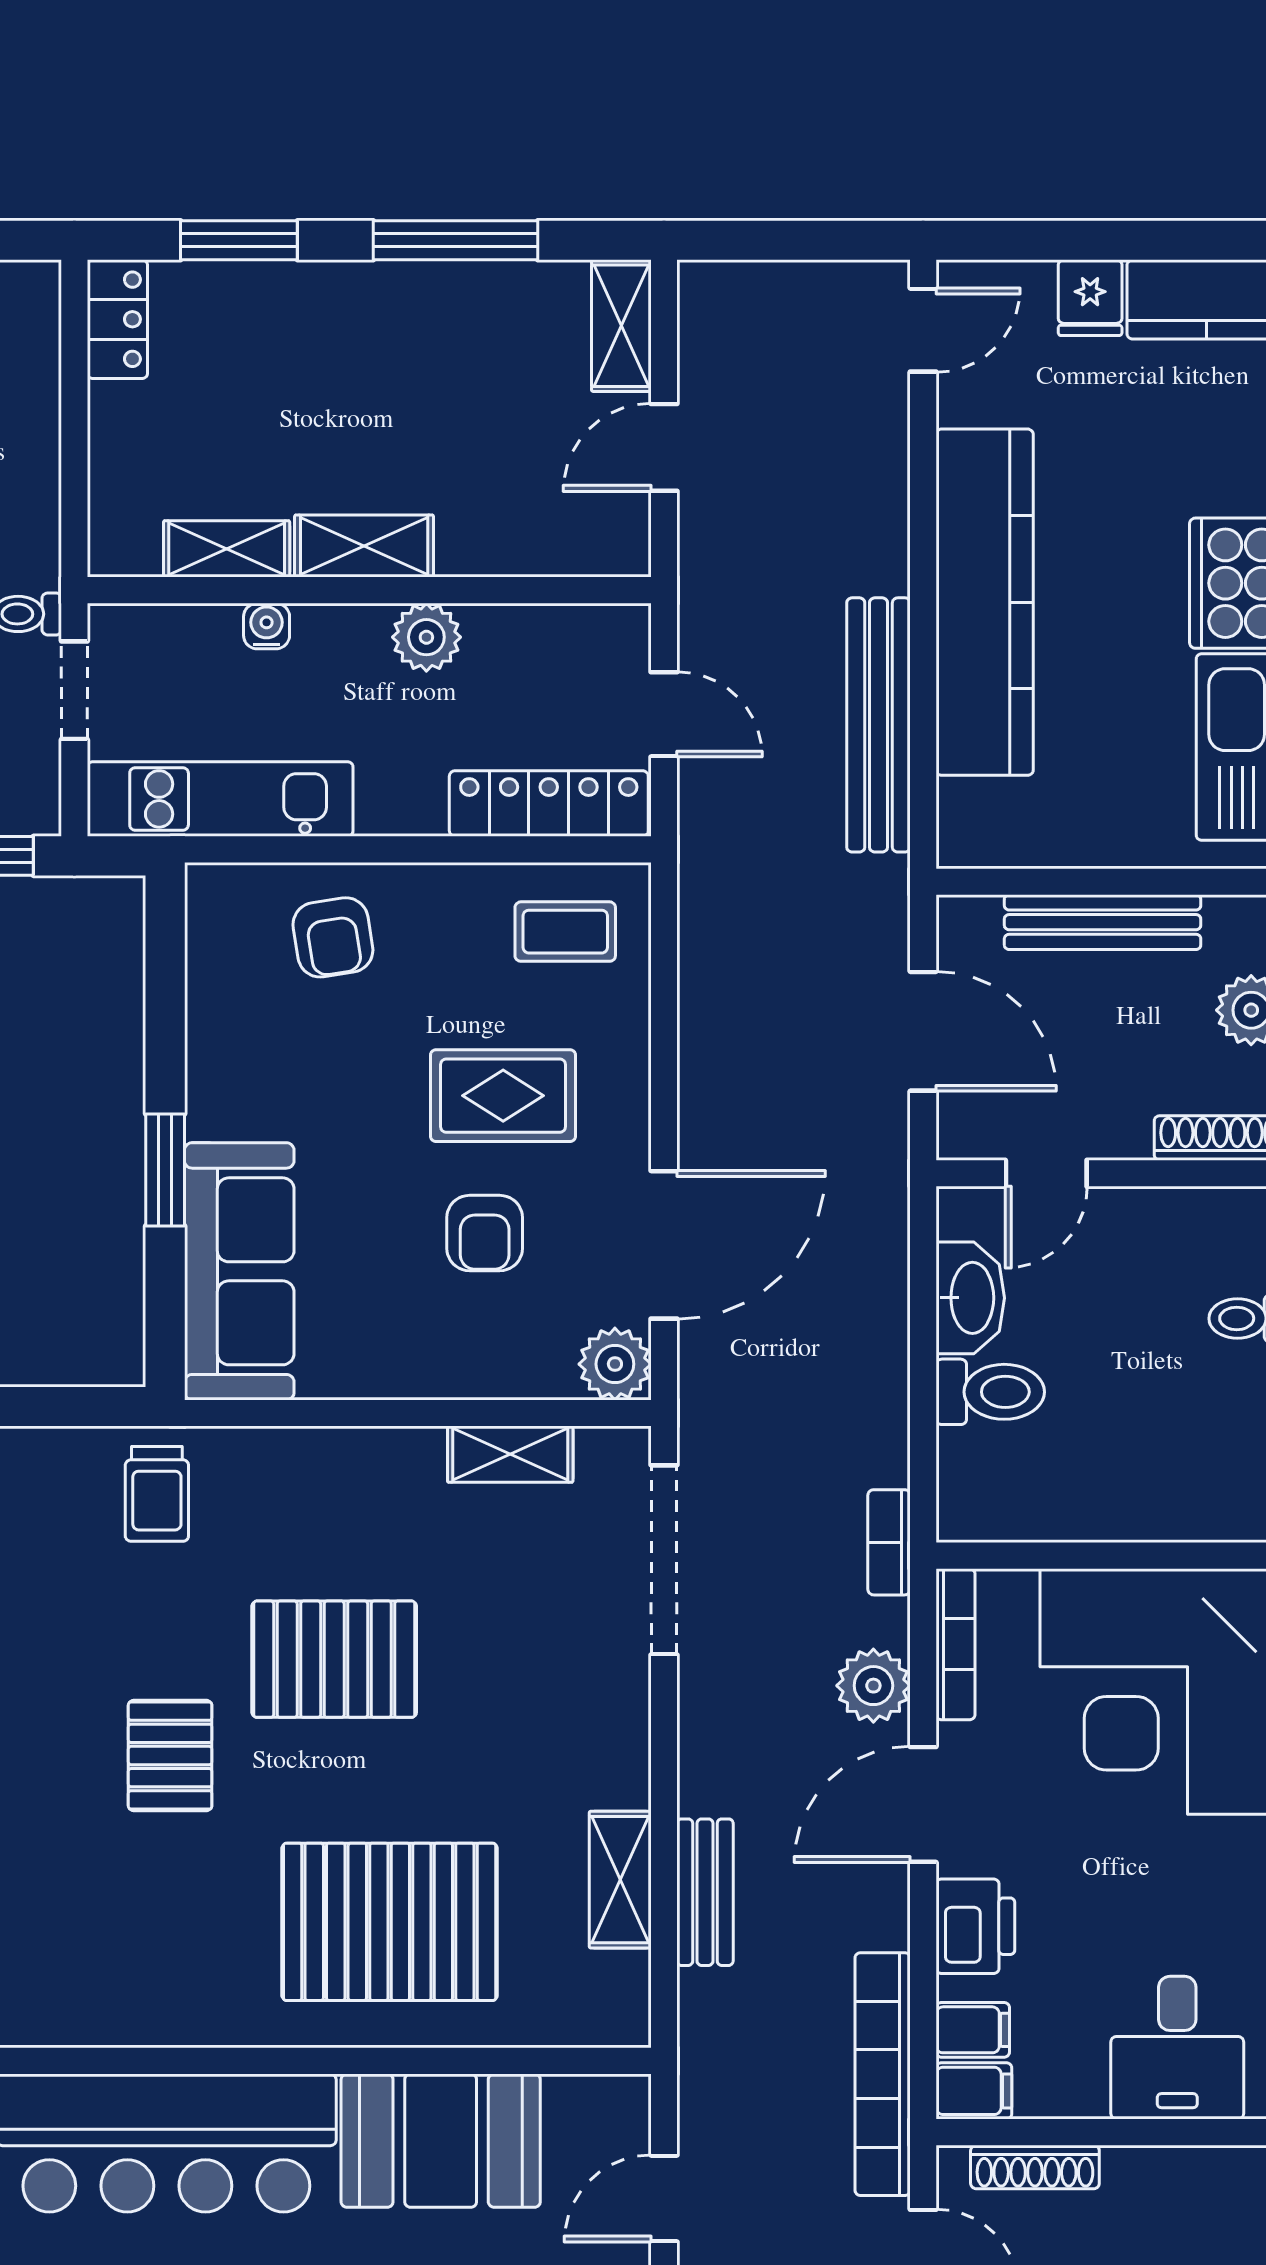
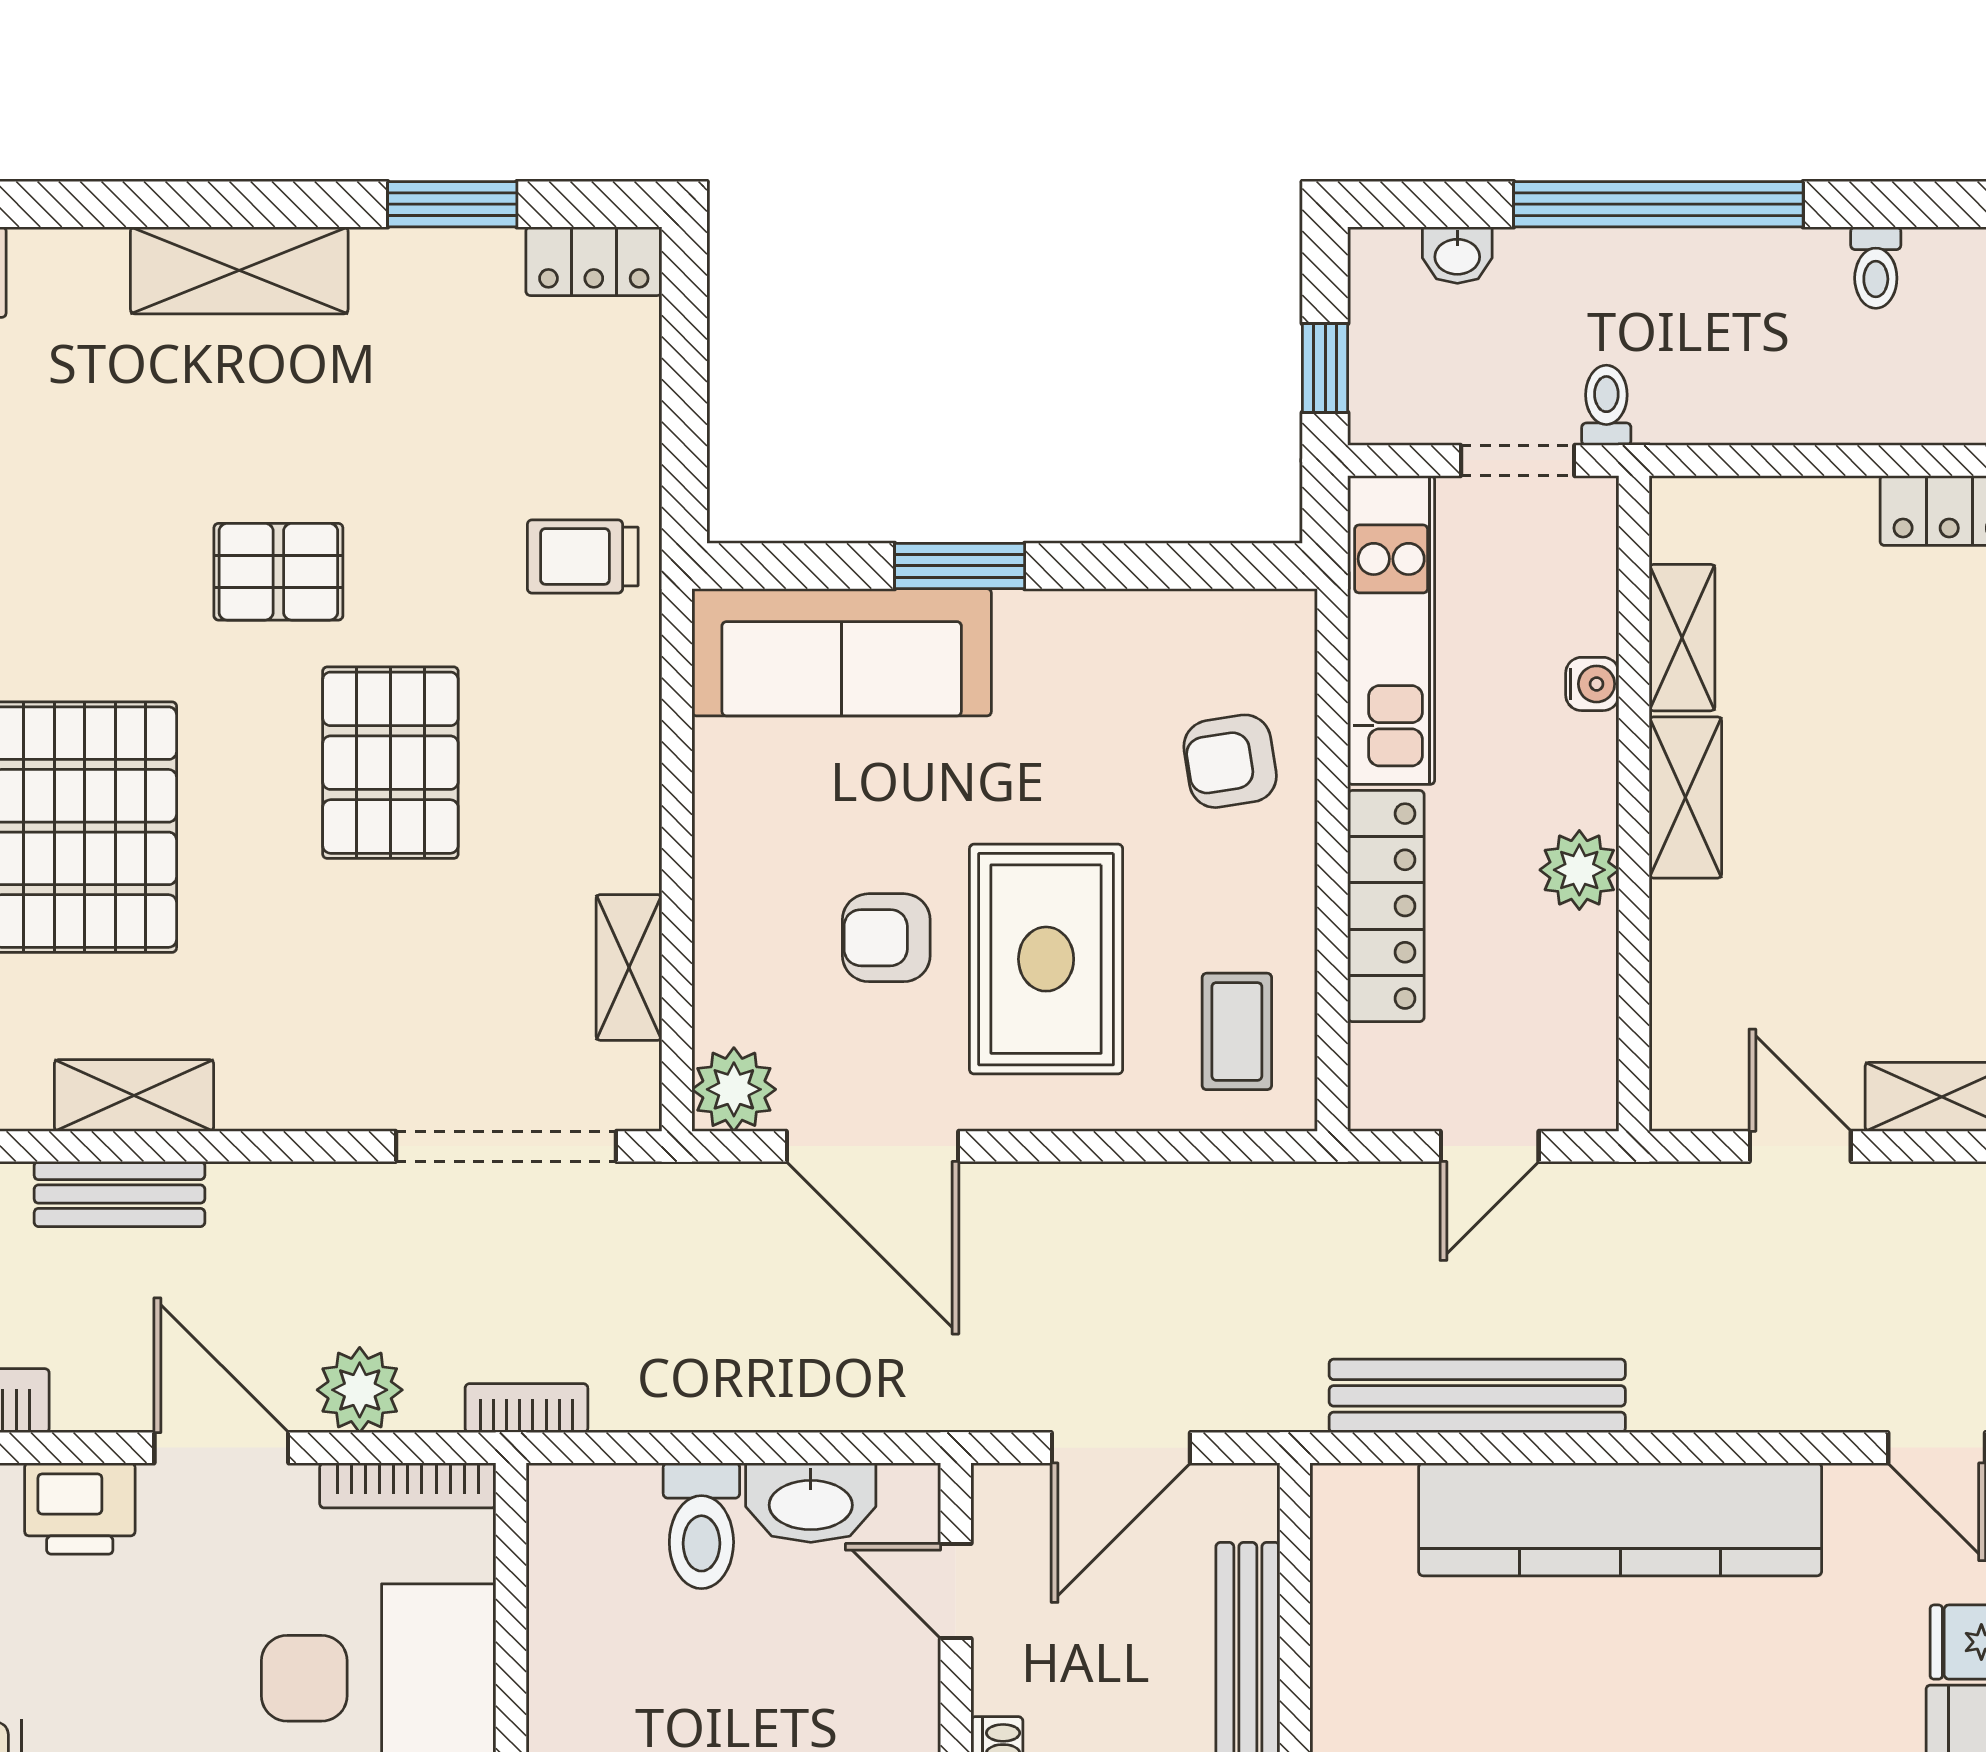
locker: (549, 803) -> (1386, 906), moved
rug: (503, 1096) -> (1046, 959), width x1.36, depth x1.43

